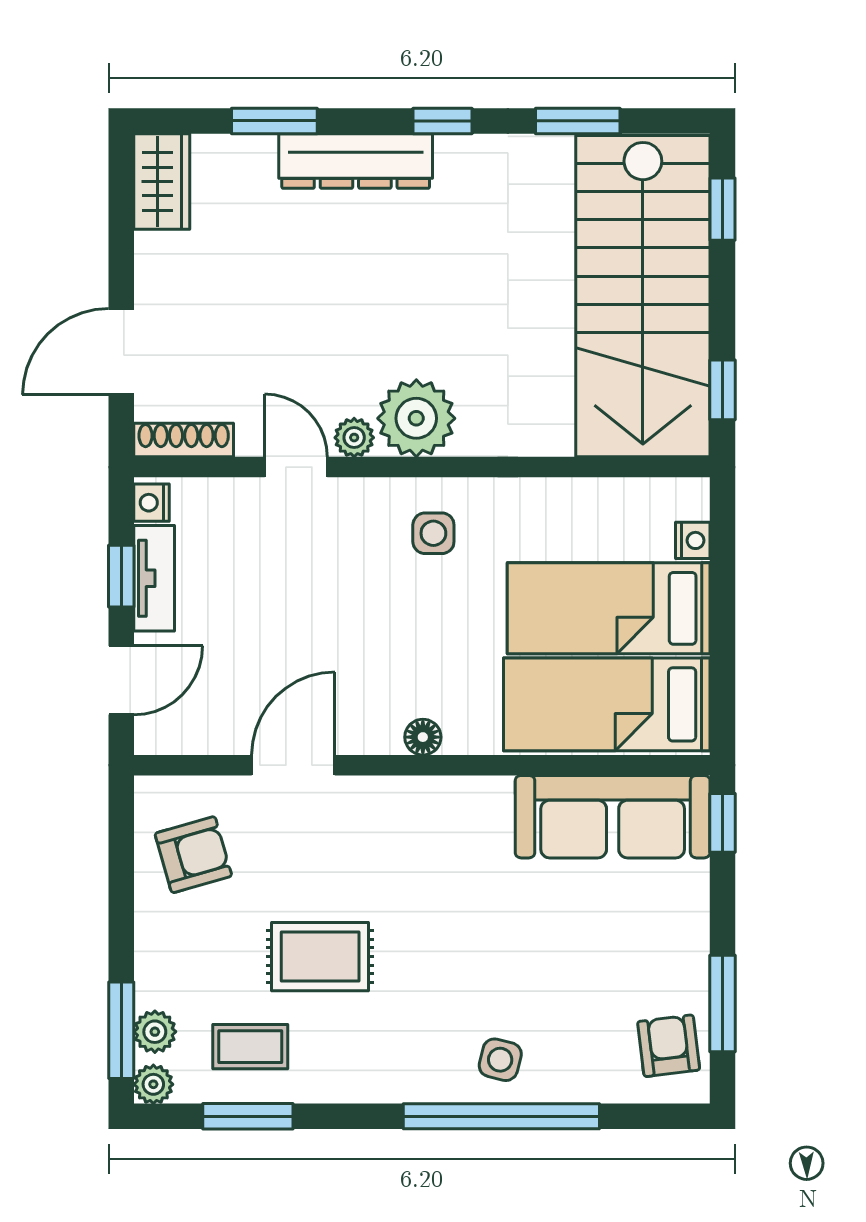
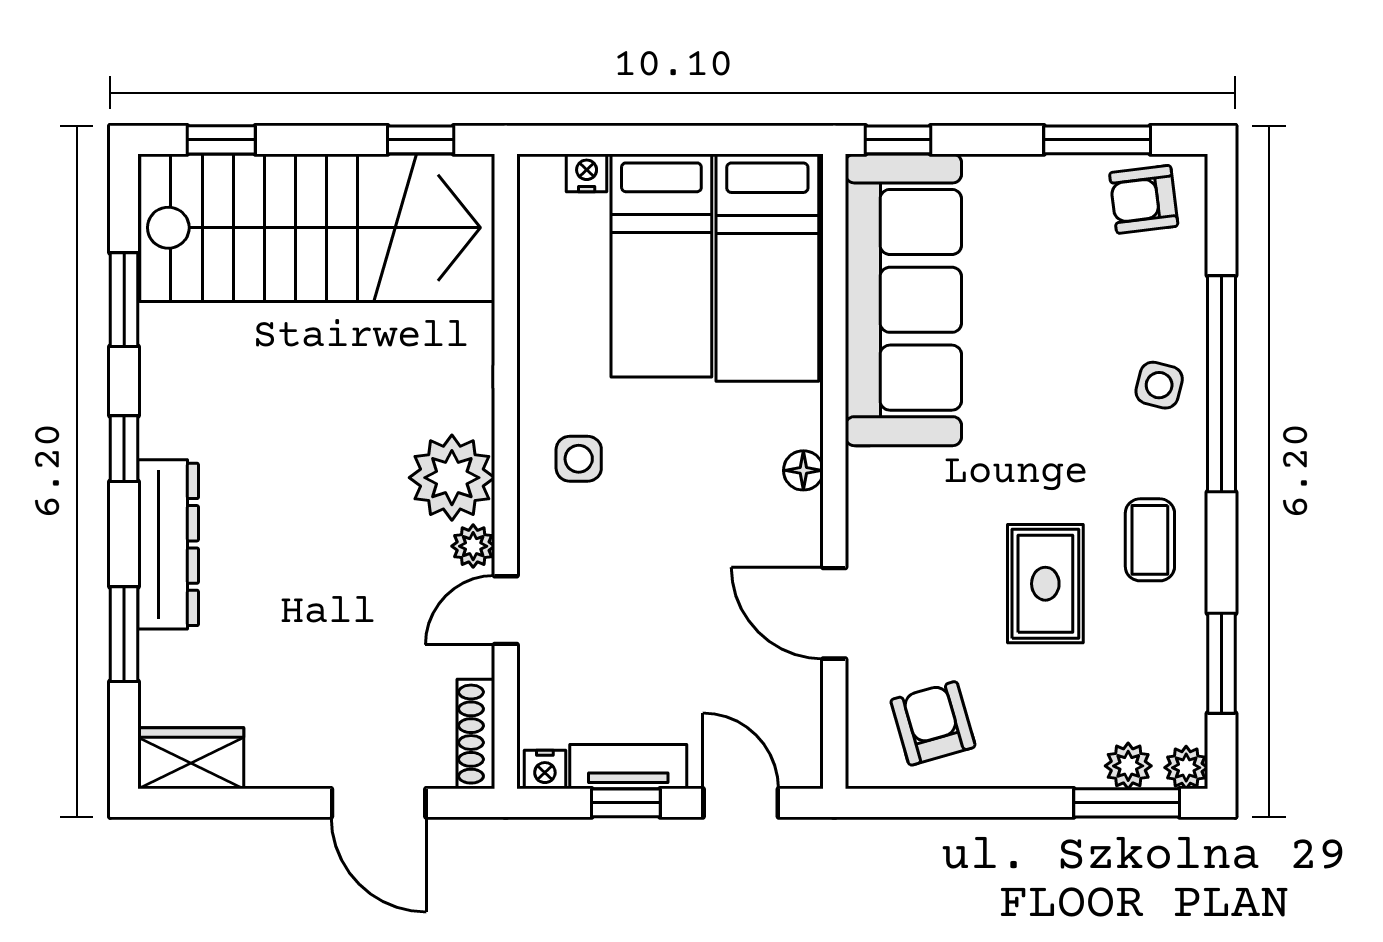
sofa: (613, 817) -> (903, 300), width x1.36, depth x1.27
coffee table: (250, 1047) -> (1150, 540), moved

